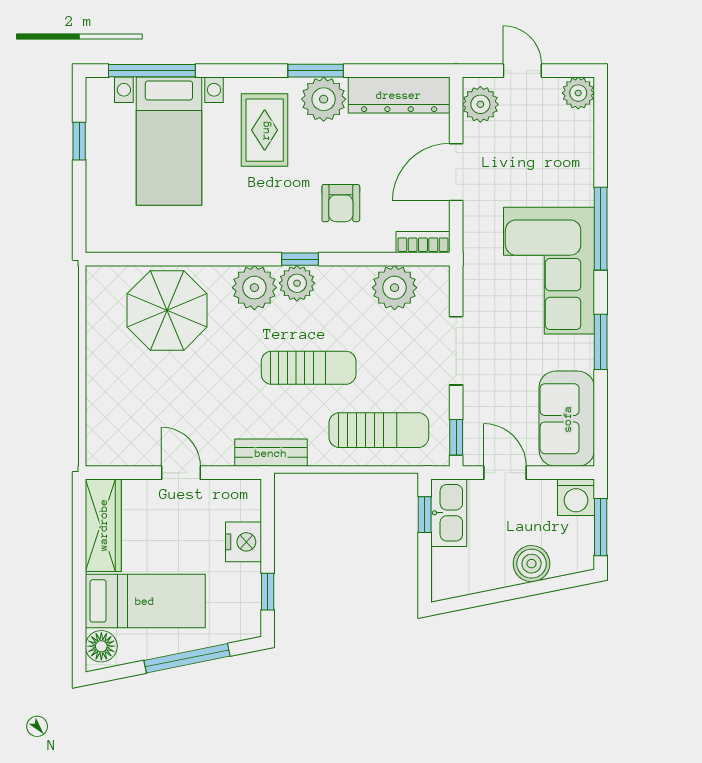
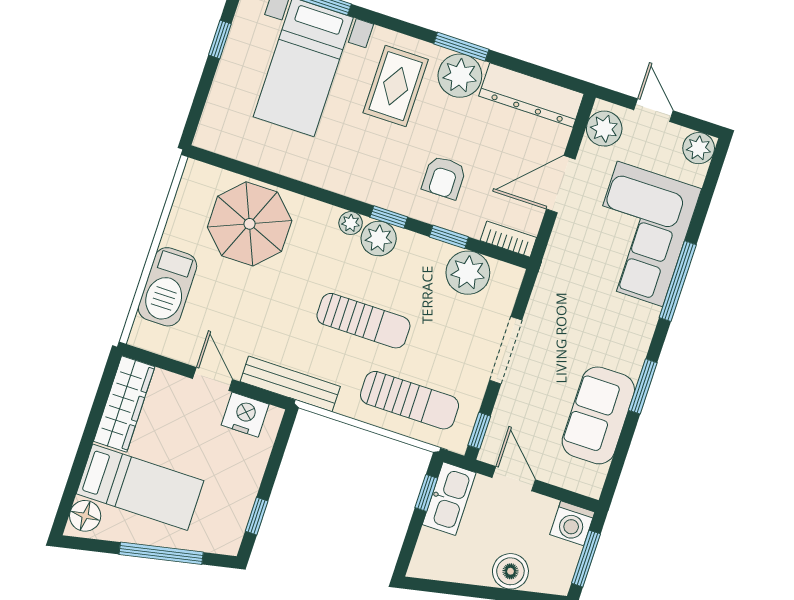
window: (365, 259) -> (449, 237), added
corner sofa: (549, 271) -> (640, 234), moved
plant: (254, 288) -> (351, 223), width x0.53, depth x0.53
barbecue: (108, 398) -> (167, 287), added
sofa: (567, 419) -> (598, 415), moved
bench: (271, 453) -> (290, 384), width x1.36
nightstand: (243, 542) -> (245, 415), moved, turned -90

